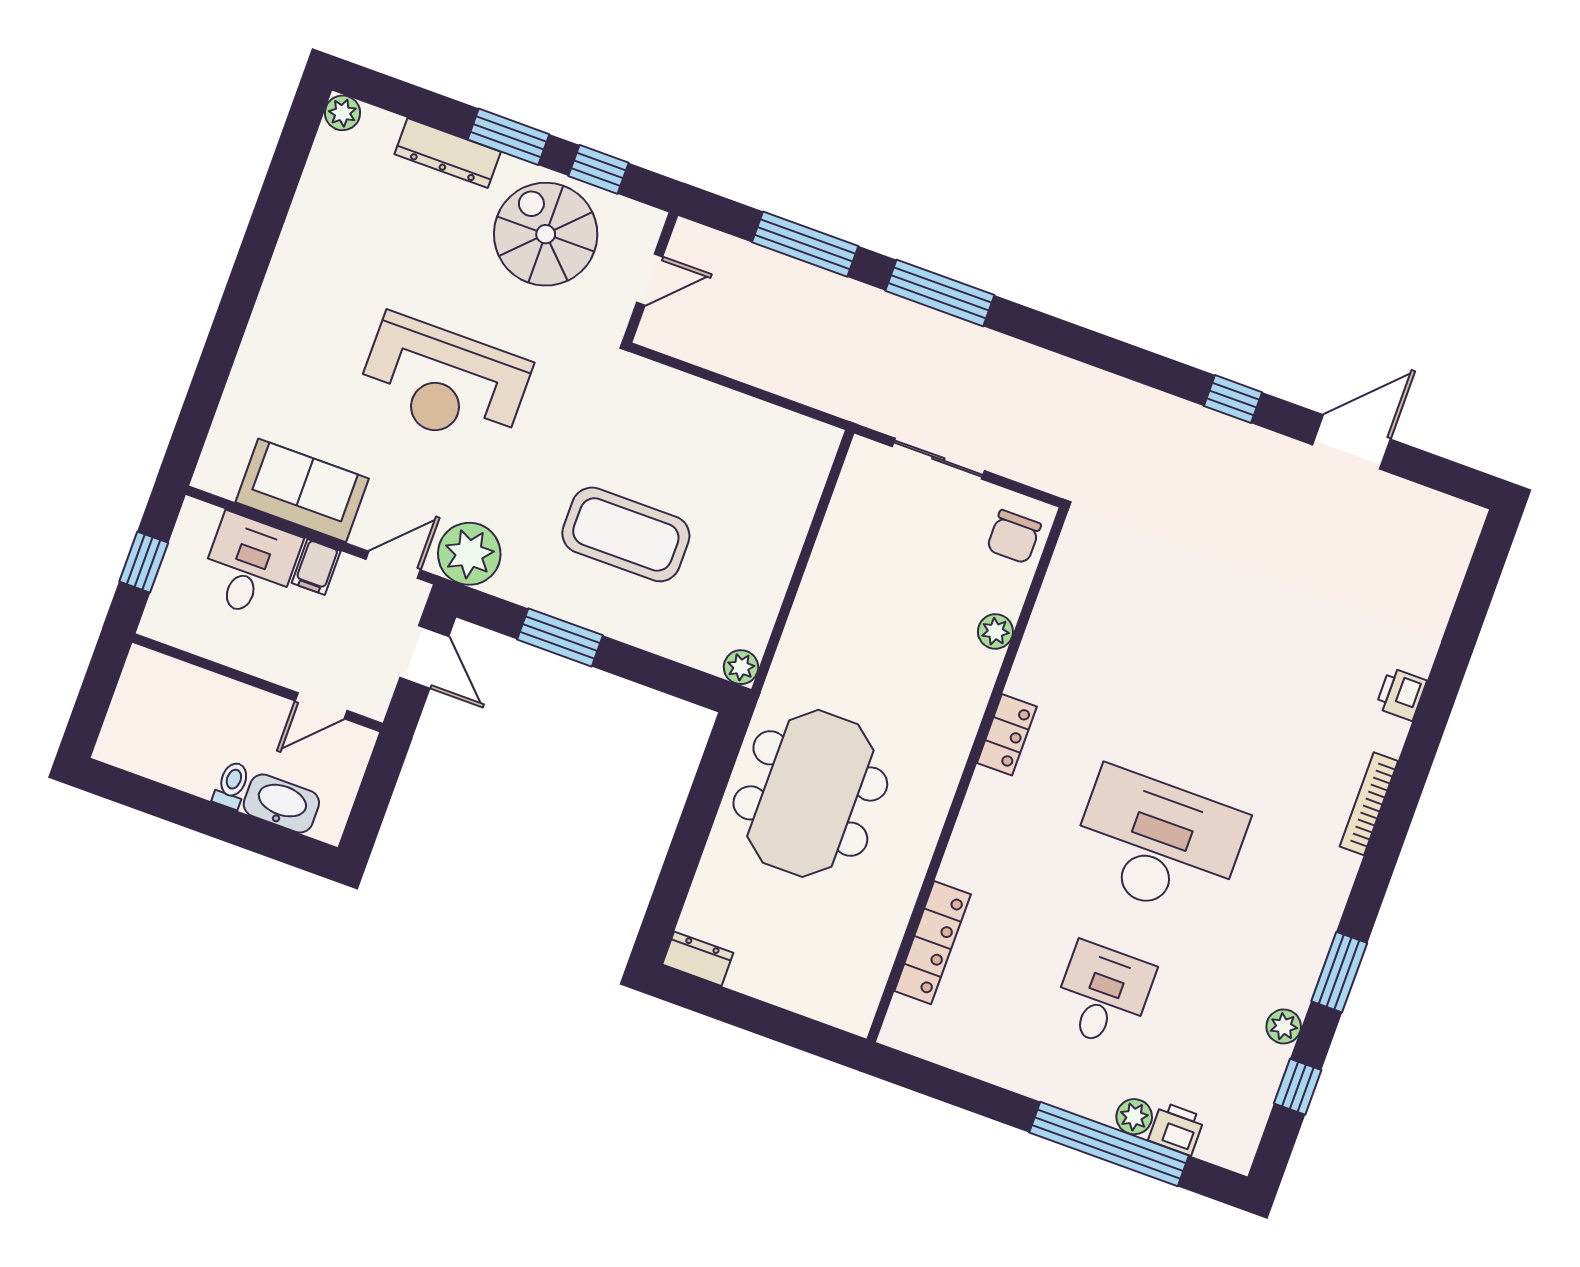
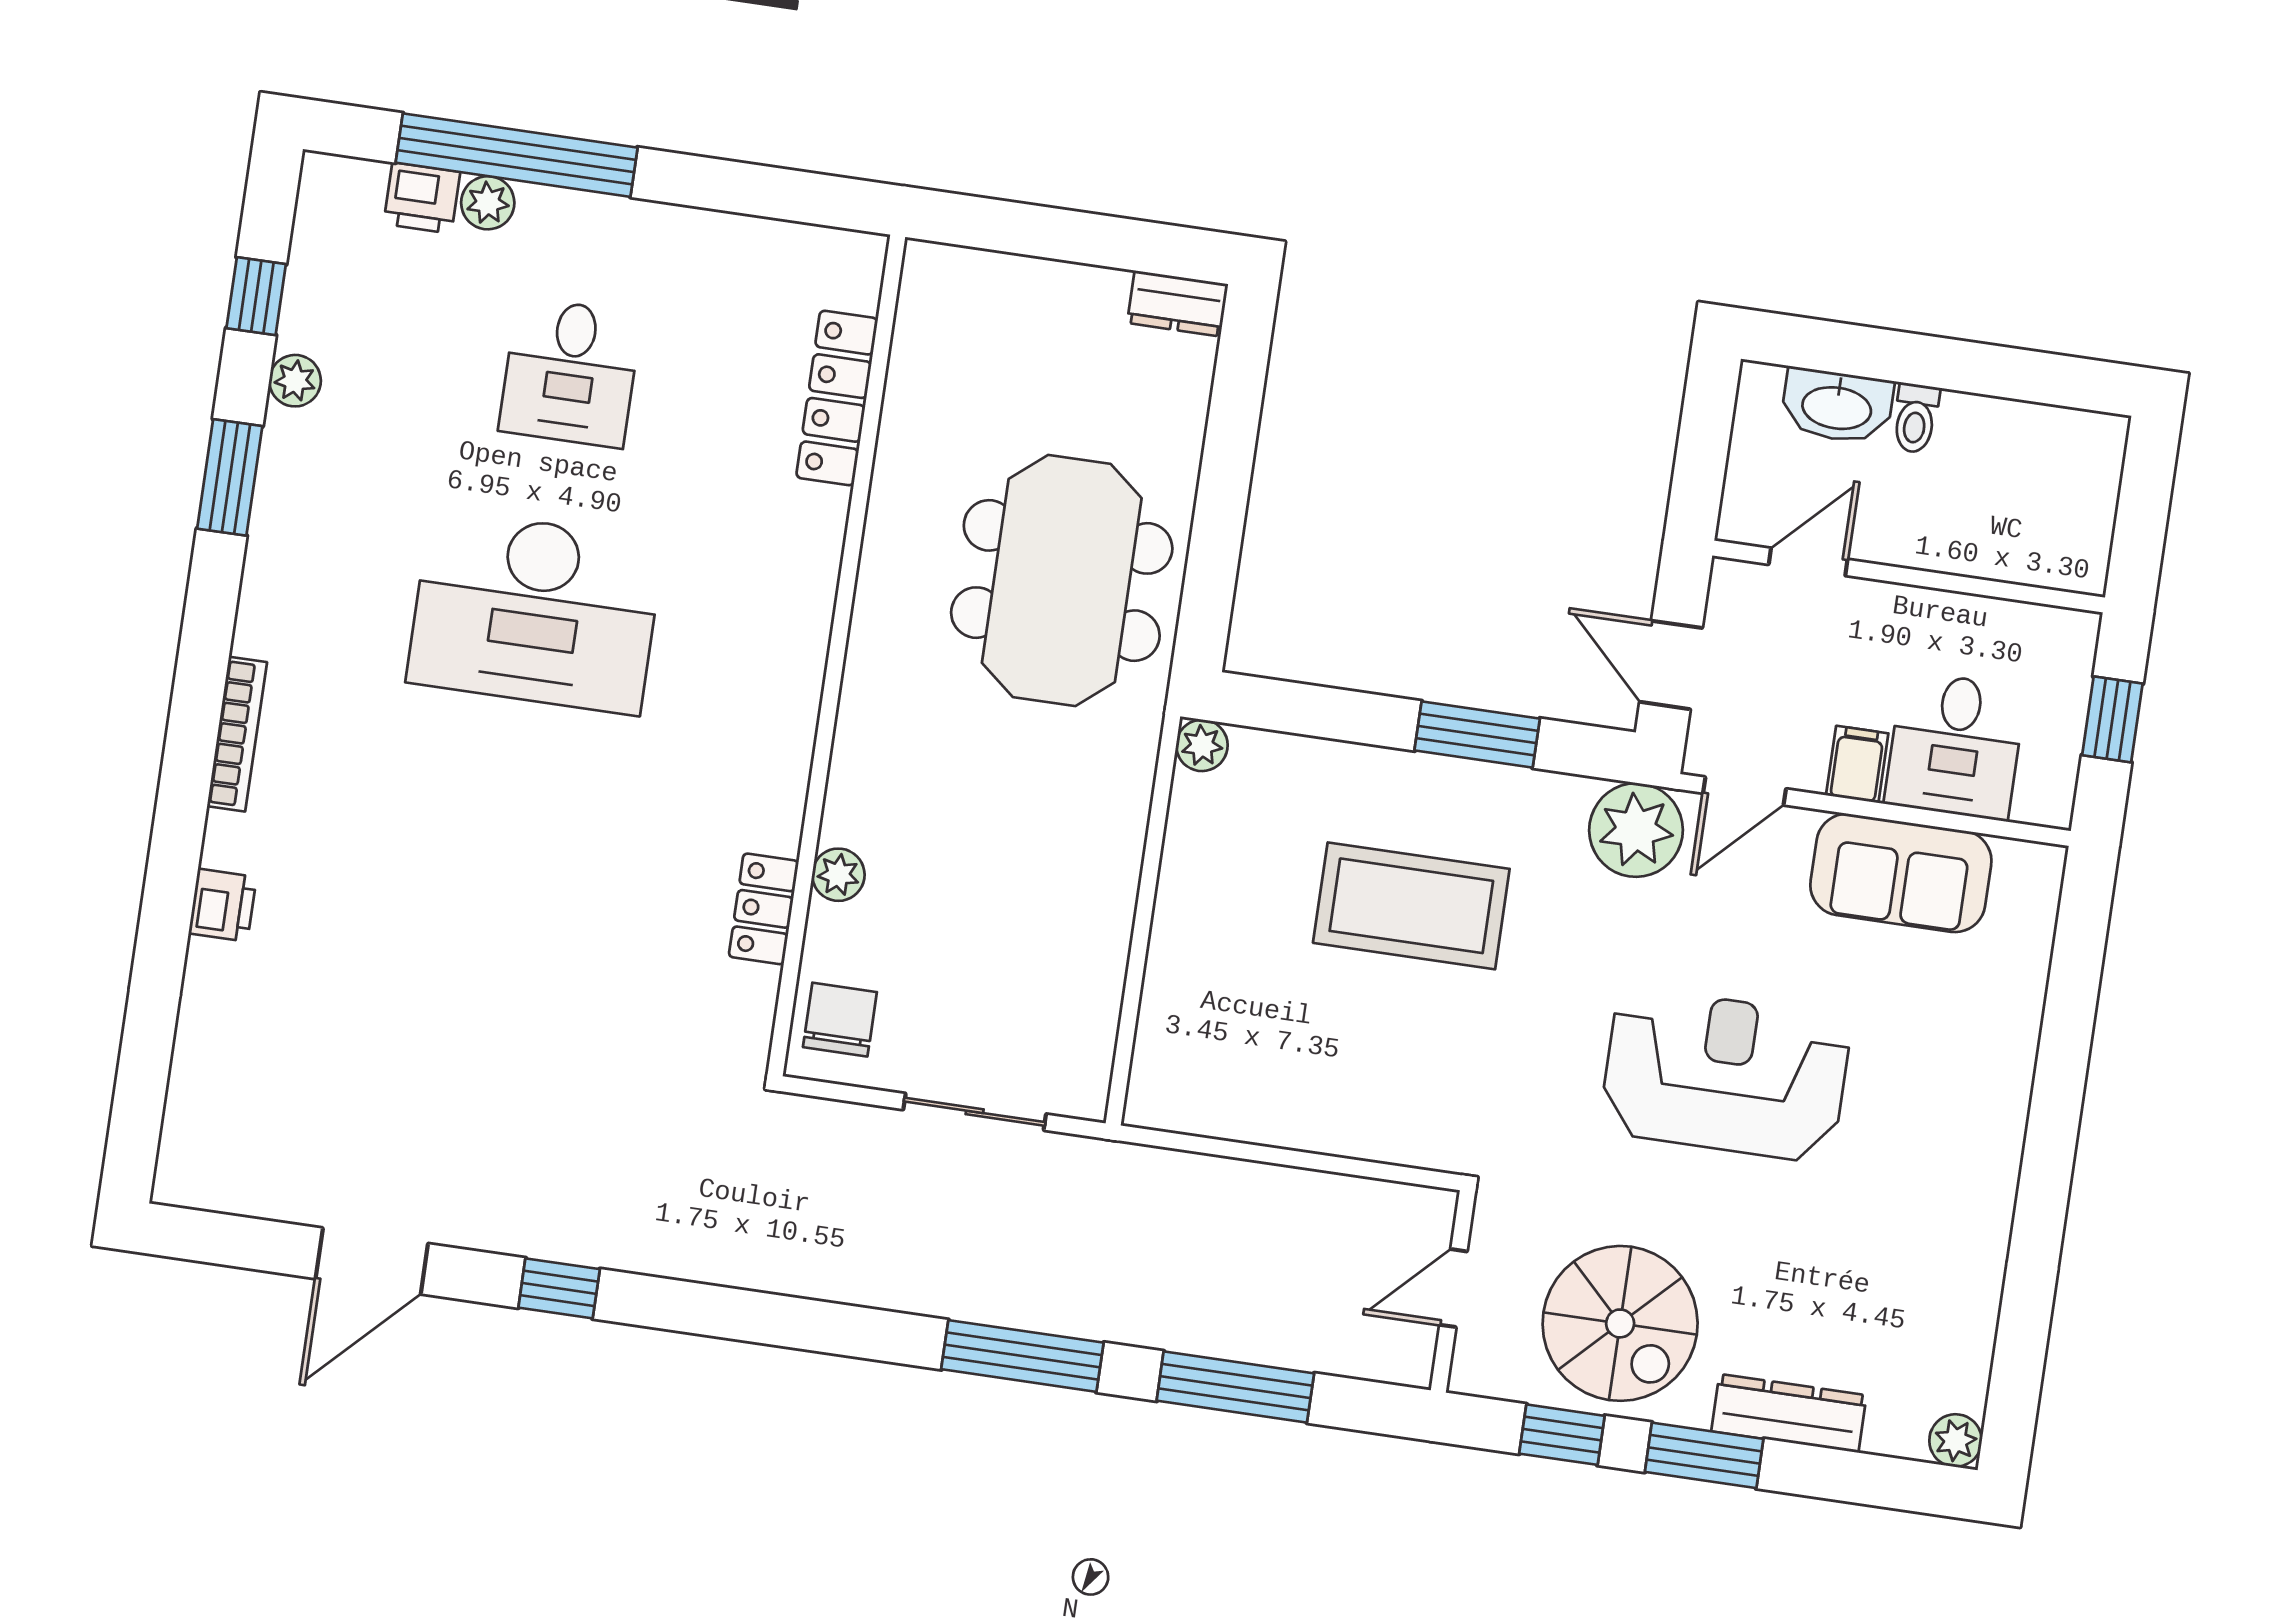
locker: (1007, 735) -> (764, 909), moved

